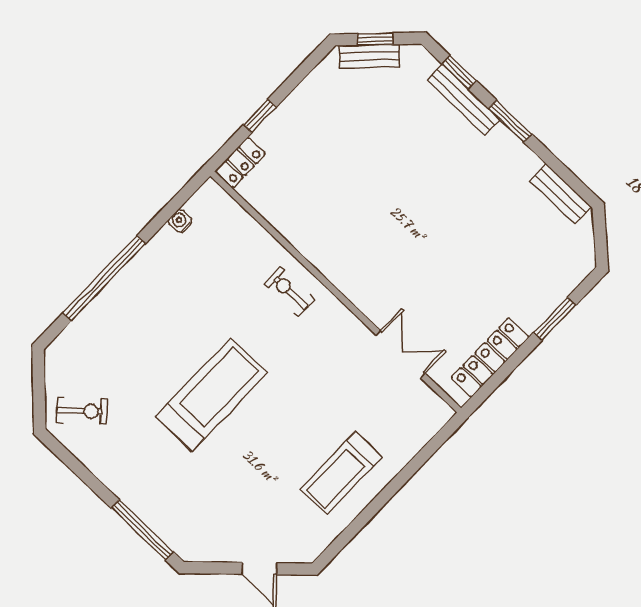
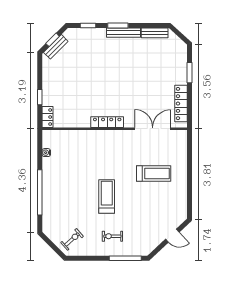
bench: (463, 100) -> (123, 33), moved
locker: (334, 269) -> (107, 122), added
exercise bike: (289, 292) -> (112, 236), moved
double door: (401, 354) -> (153, 129), width x1.37
treadmill: (211, 395) -> (107, 197), width x0.73, depth x0.73
treadmill: (341, 473) -> (154, 173), moved, turned -90

